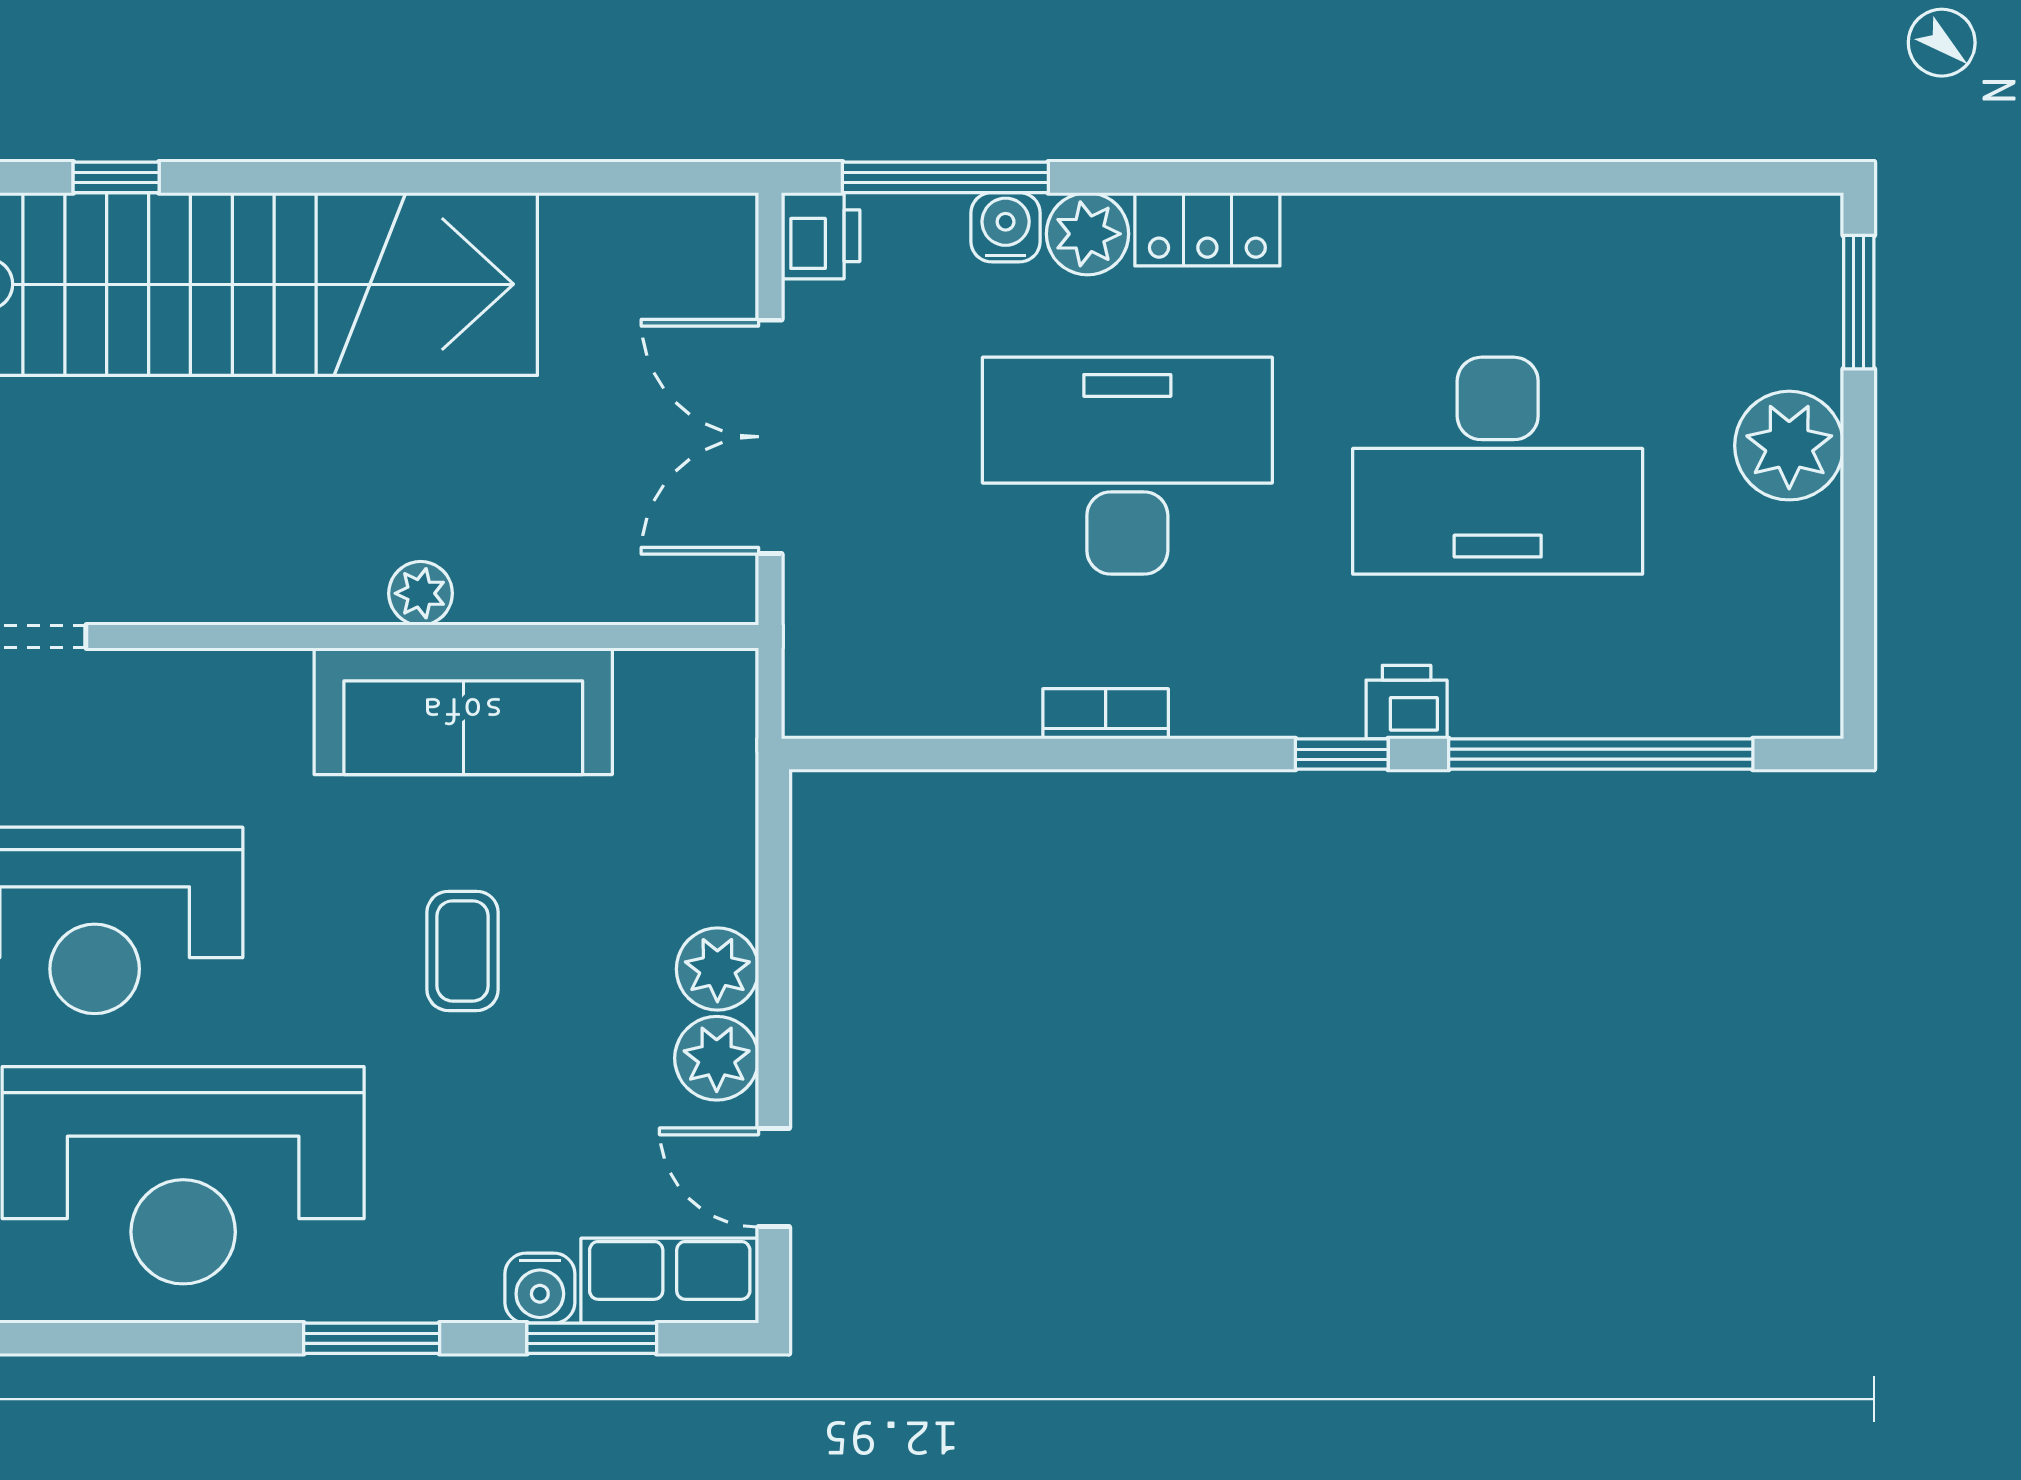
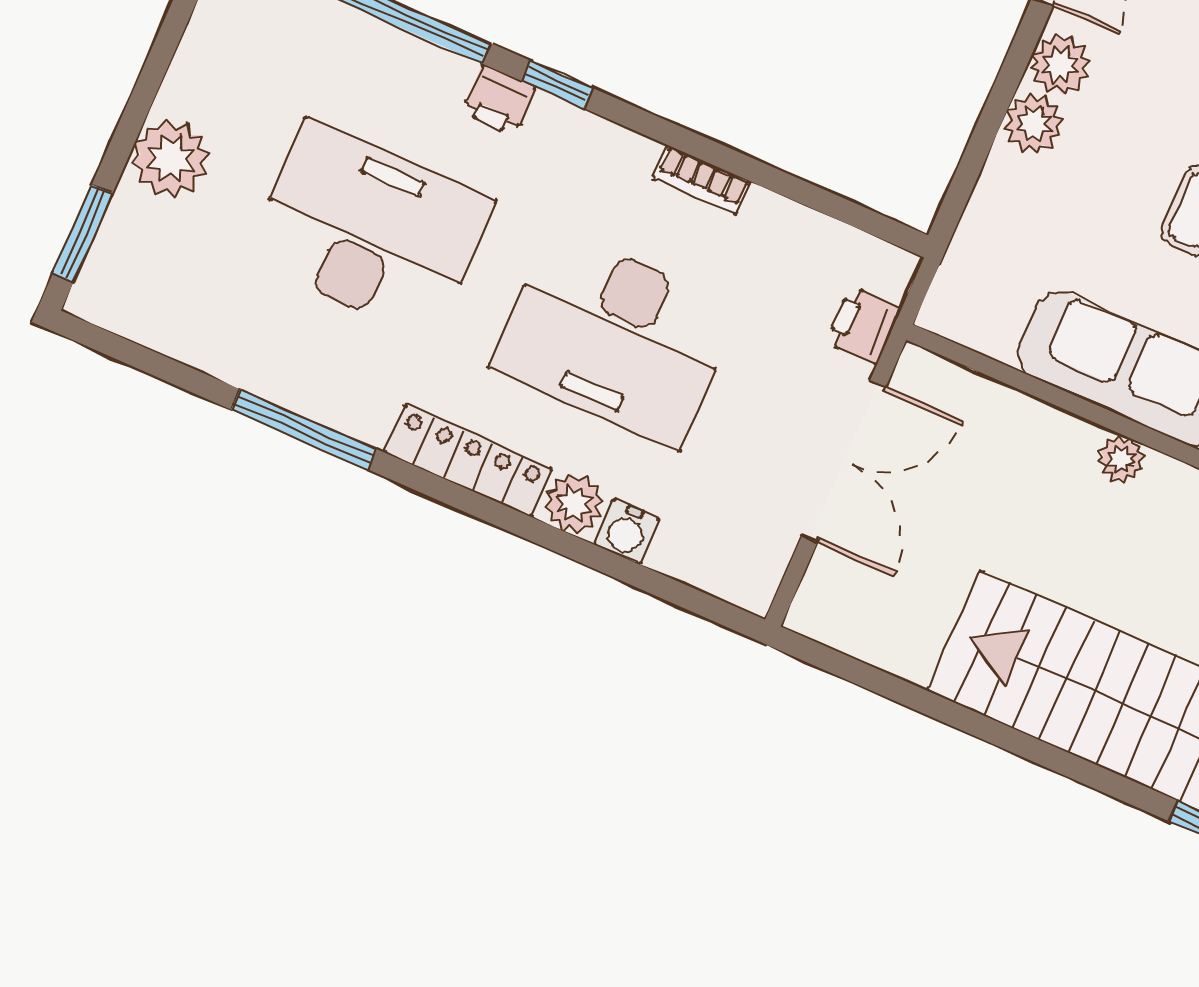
window: (945, 177) -> (304, 429), moved
locker: (1207, 229) -> (468, 460), width x1.53
printer: (821, 236) -> (864, 325), moved

